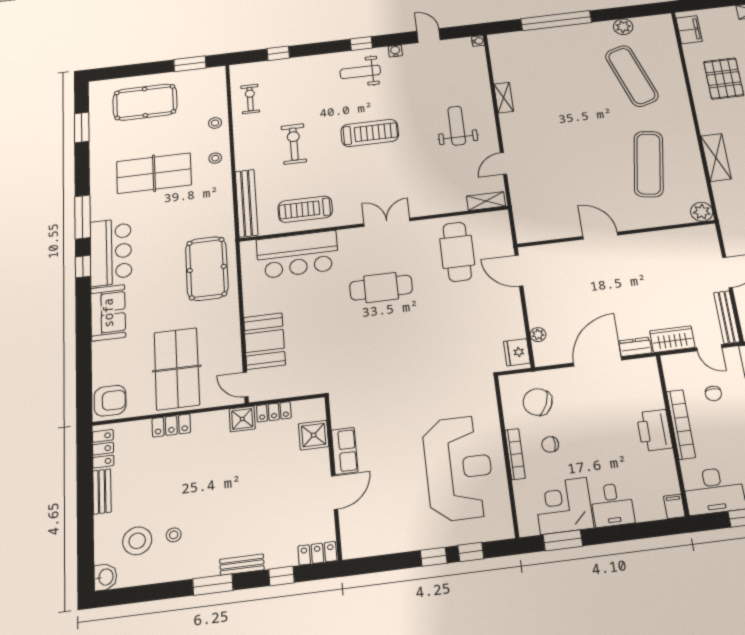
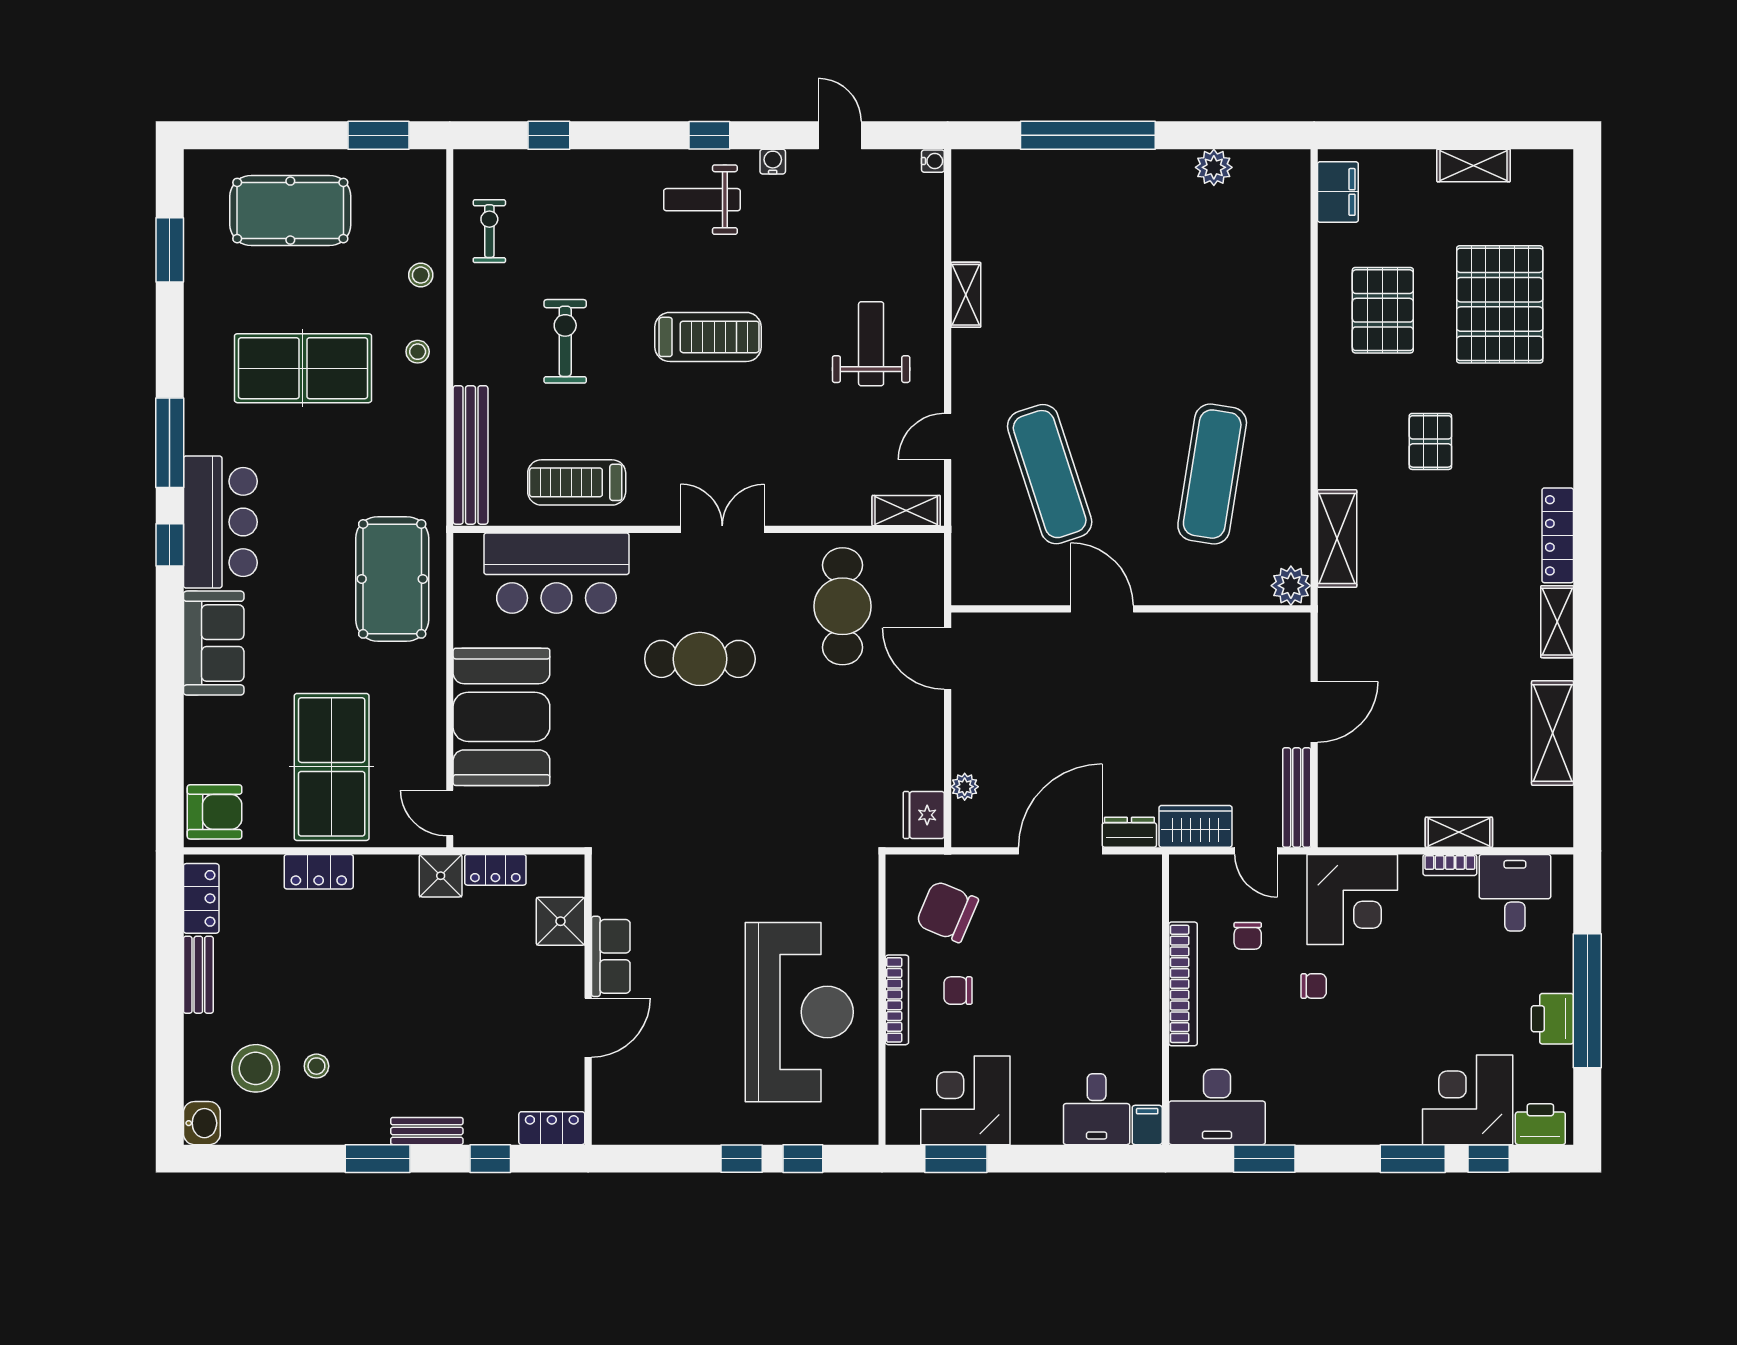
exercise mat: (632, 76) -> (1050, 474), moved
shelving: (716, 157) -> (1337, 538), moved
booth: (264, 341) -> (501, 717), width x1.36, depth x1.42
printer: (654, 430) -> (1137, 989), removed
desk: (612, 505) -> (1097, 1109), moved

